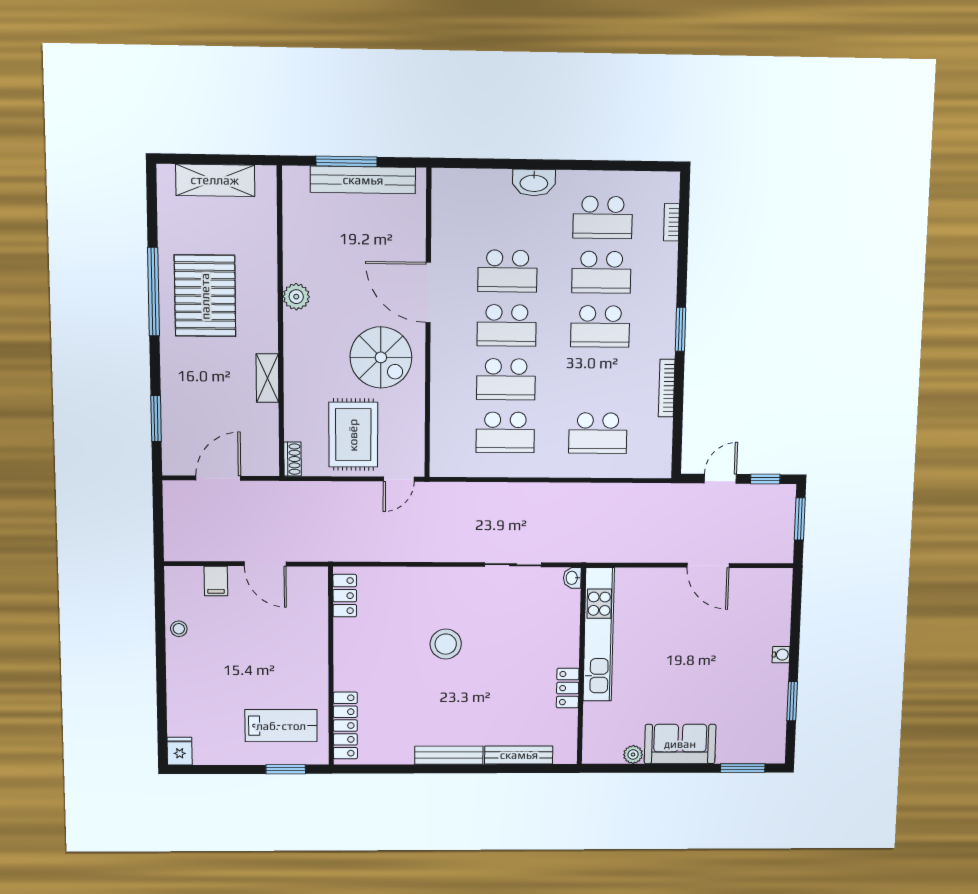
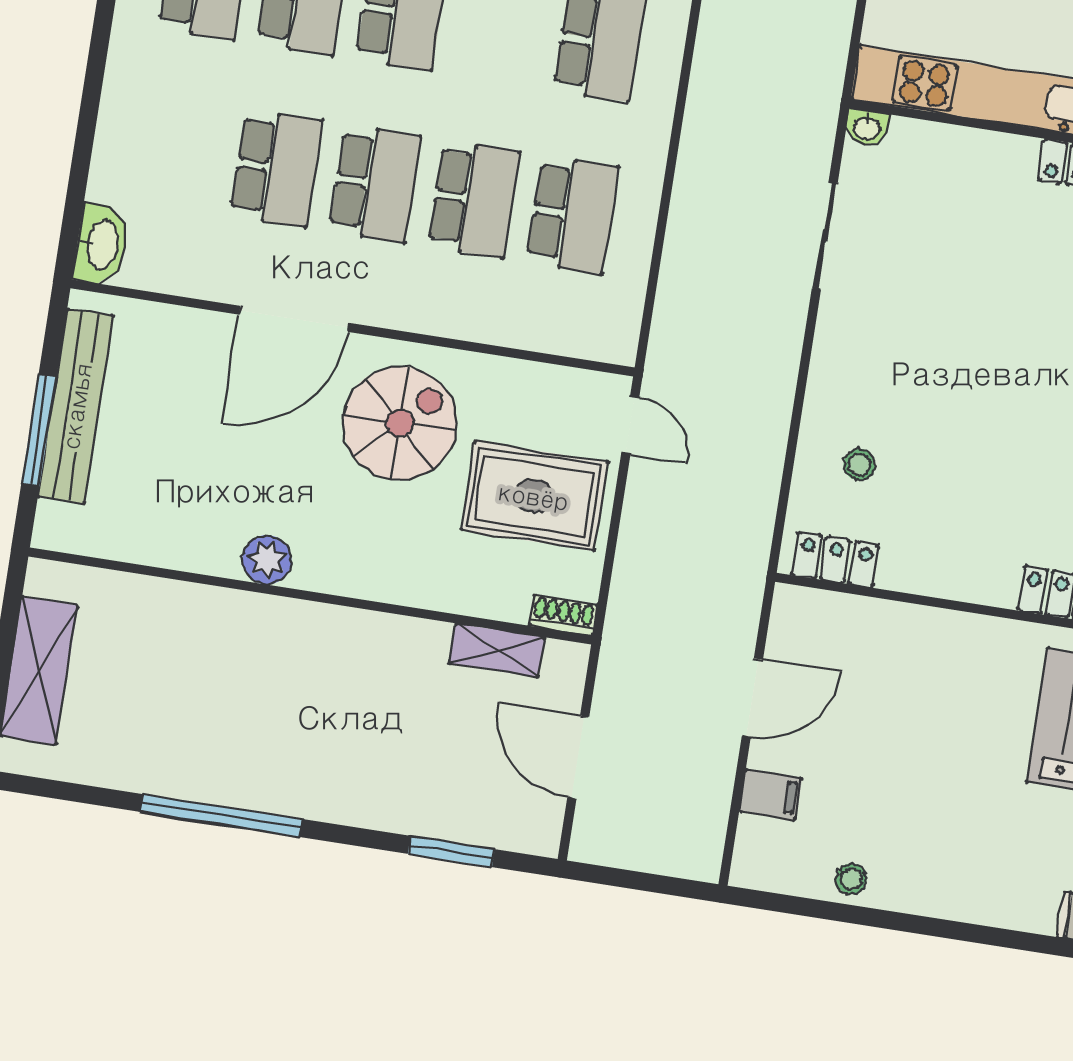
washbasin: (534, 183) -> (101, 244), moved
pallet: (205, 296) -> (241, 724), removed
shelving: (267, 378) -> (497, 650), moved
stool: (446, 644) -> (859, 465), moved, width x0.53, depth x0.53

